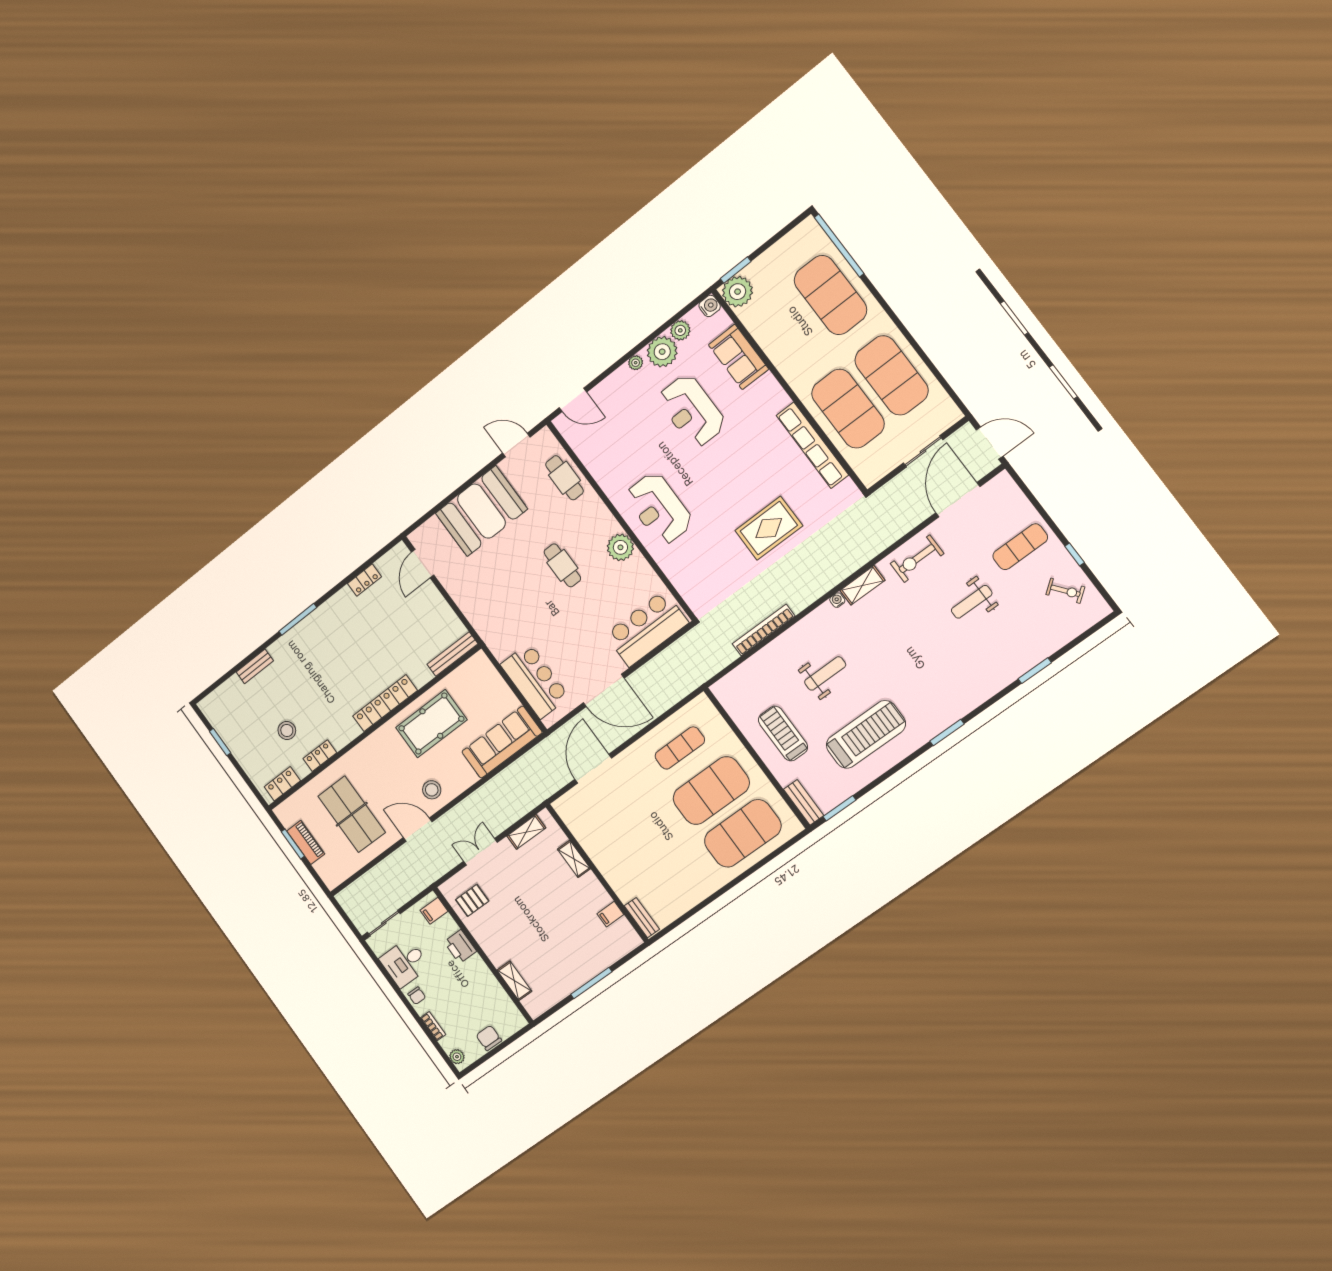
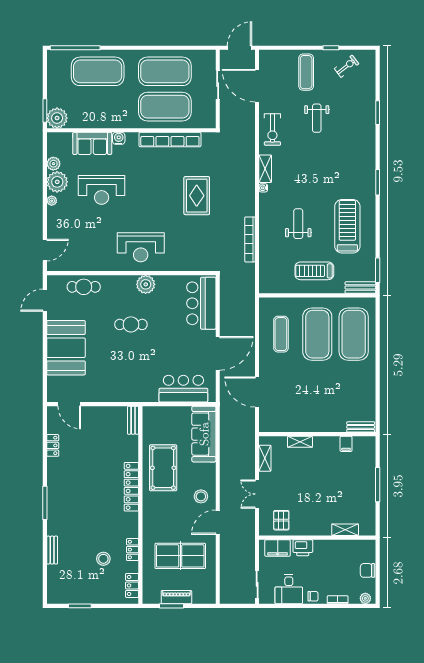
water cooler: (710, 306) -> (119, 138), moved
bench: (452, 654) -> (133, 420), width x0.73
filing cabinet: (434, 911) -> (278, 548), width x2.00

